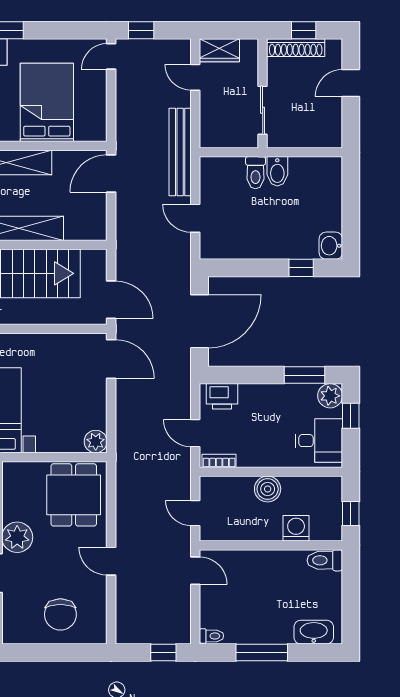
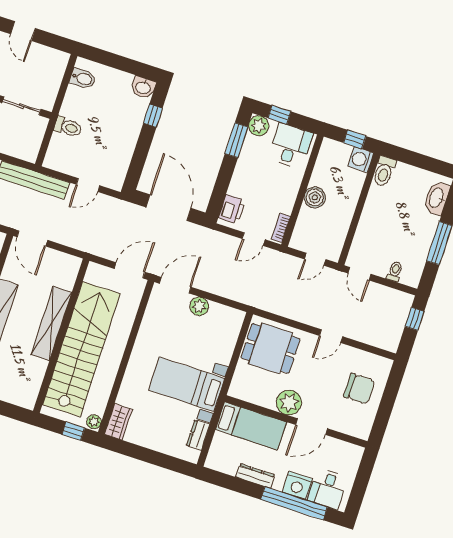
bidet: (277, 171) -> (83, 78), moved
plant: (96, 442) -> (199, 306), moved
washing machine: (296, 528) -> (361, 160), moved
door: (195, 571) -> (359, 274), swing flipped
toilet: (211, 636) -> (395, 271), moved

